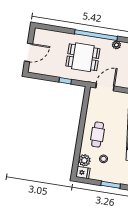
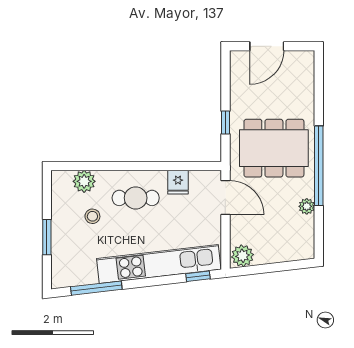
door: (29, 52) -> (267, 46), hinge flipped
dining table: (83, 57) -> (274, 148), width x1.38
fridge: (83, 173) -> (178, 182), moved

